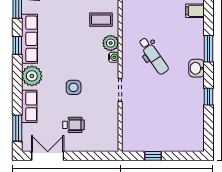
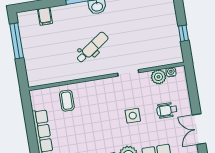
plant: (111, 43) -> (158, 77), moved
water cooler: (114, 57) -> (171, 72), moved
wheelchair: (73, 125) -> (167, 110), turned -90

